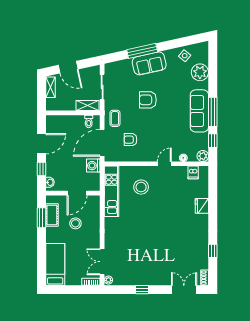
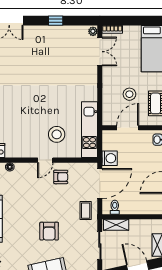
armchair: (148, 100) -> (49, 231), turned 90
armchair: (131, 140) -> (61, 177), moved
door: (164, 164) -> (45, 160), moved

